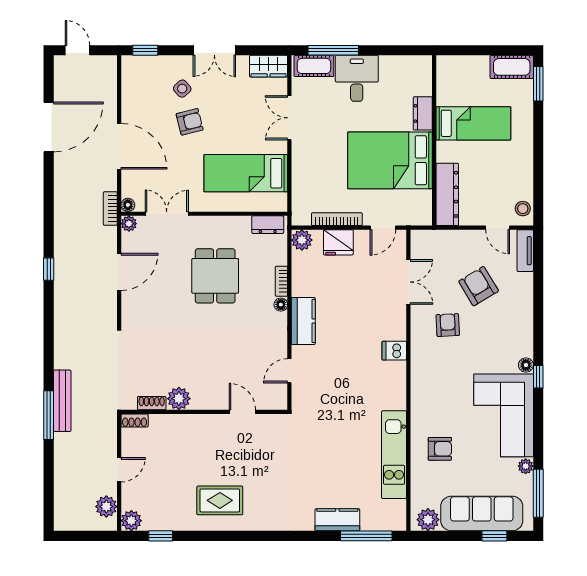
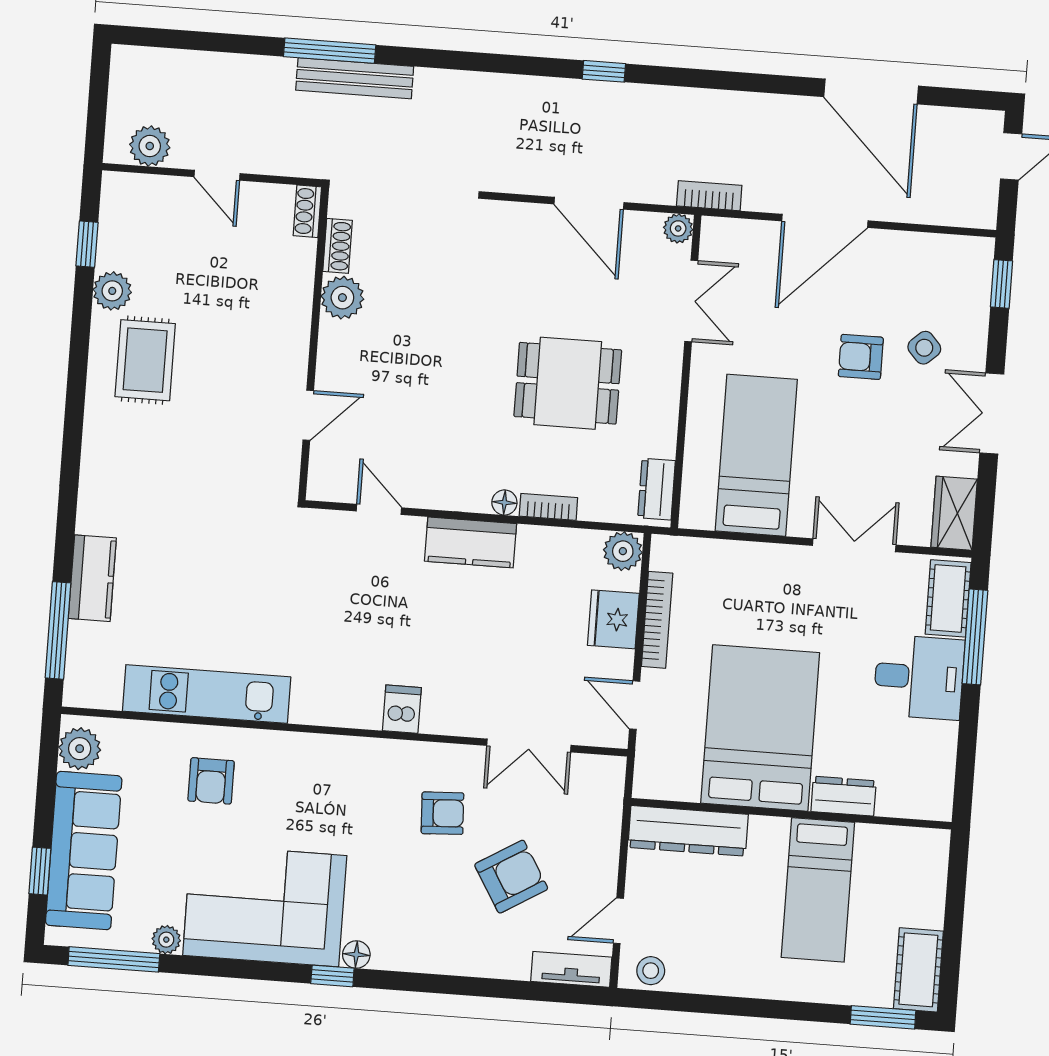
armchair: (190, 122) -> (861, 357), turned 104
floor lamp: (128, 205) -> (713, 229), removed
plant: (131, 521) -> (112, 291), moved

